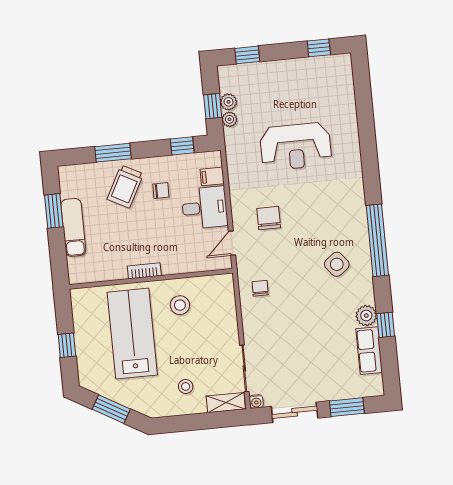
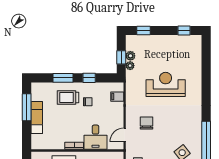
window: (182, 146) -> (89, 78), moved
reception desk: (296, 146) -> (166, 84), turned 180
trolley: (125, 187) -> (68, 98), turned 62
desk: (205, 208) -> (96, 137), moved, turned 90
window: (54, 211) -> (27, 107), width x1.44

